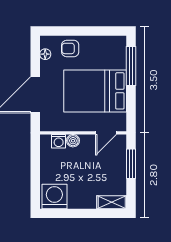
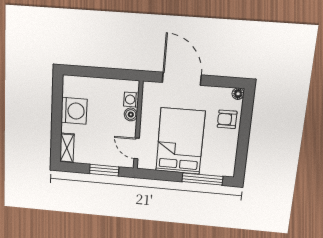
armchair: (70, 48) -> (227, 119), turned -90
floor lamp: (45, 54) -> (238, 94), moved
washing machine: (54, 196) -> (74, 111), moved

